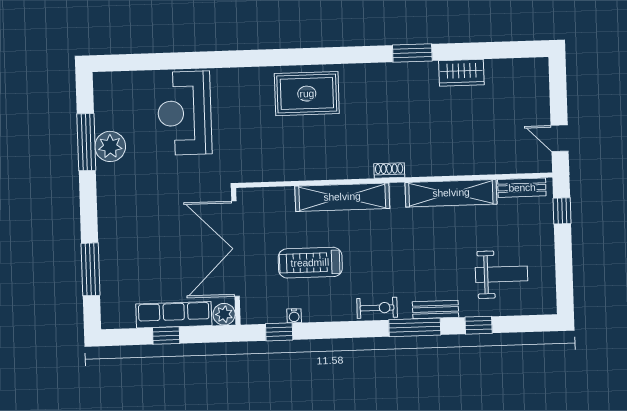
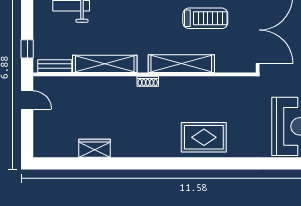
window: (412, 53) -> (129, 163), removed

